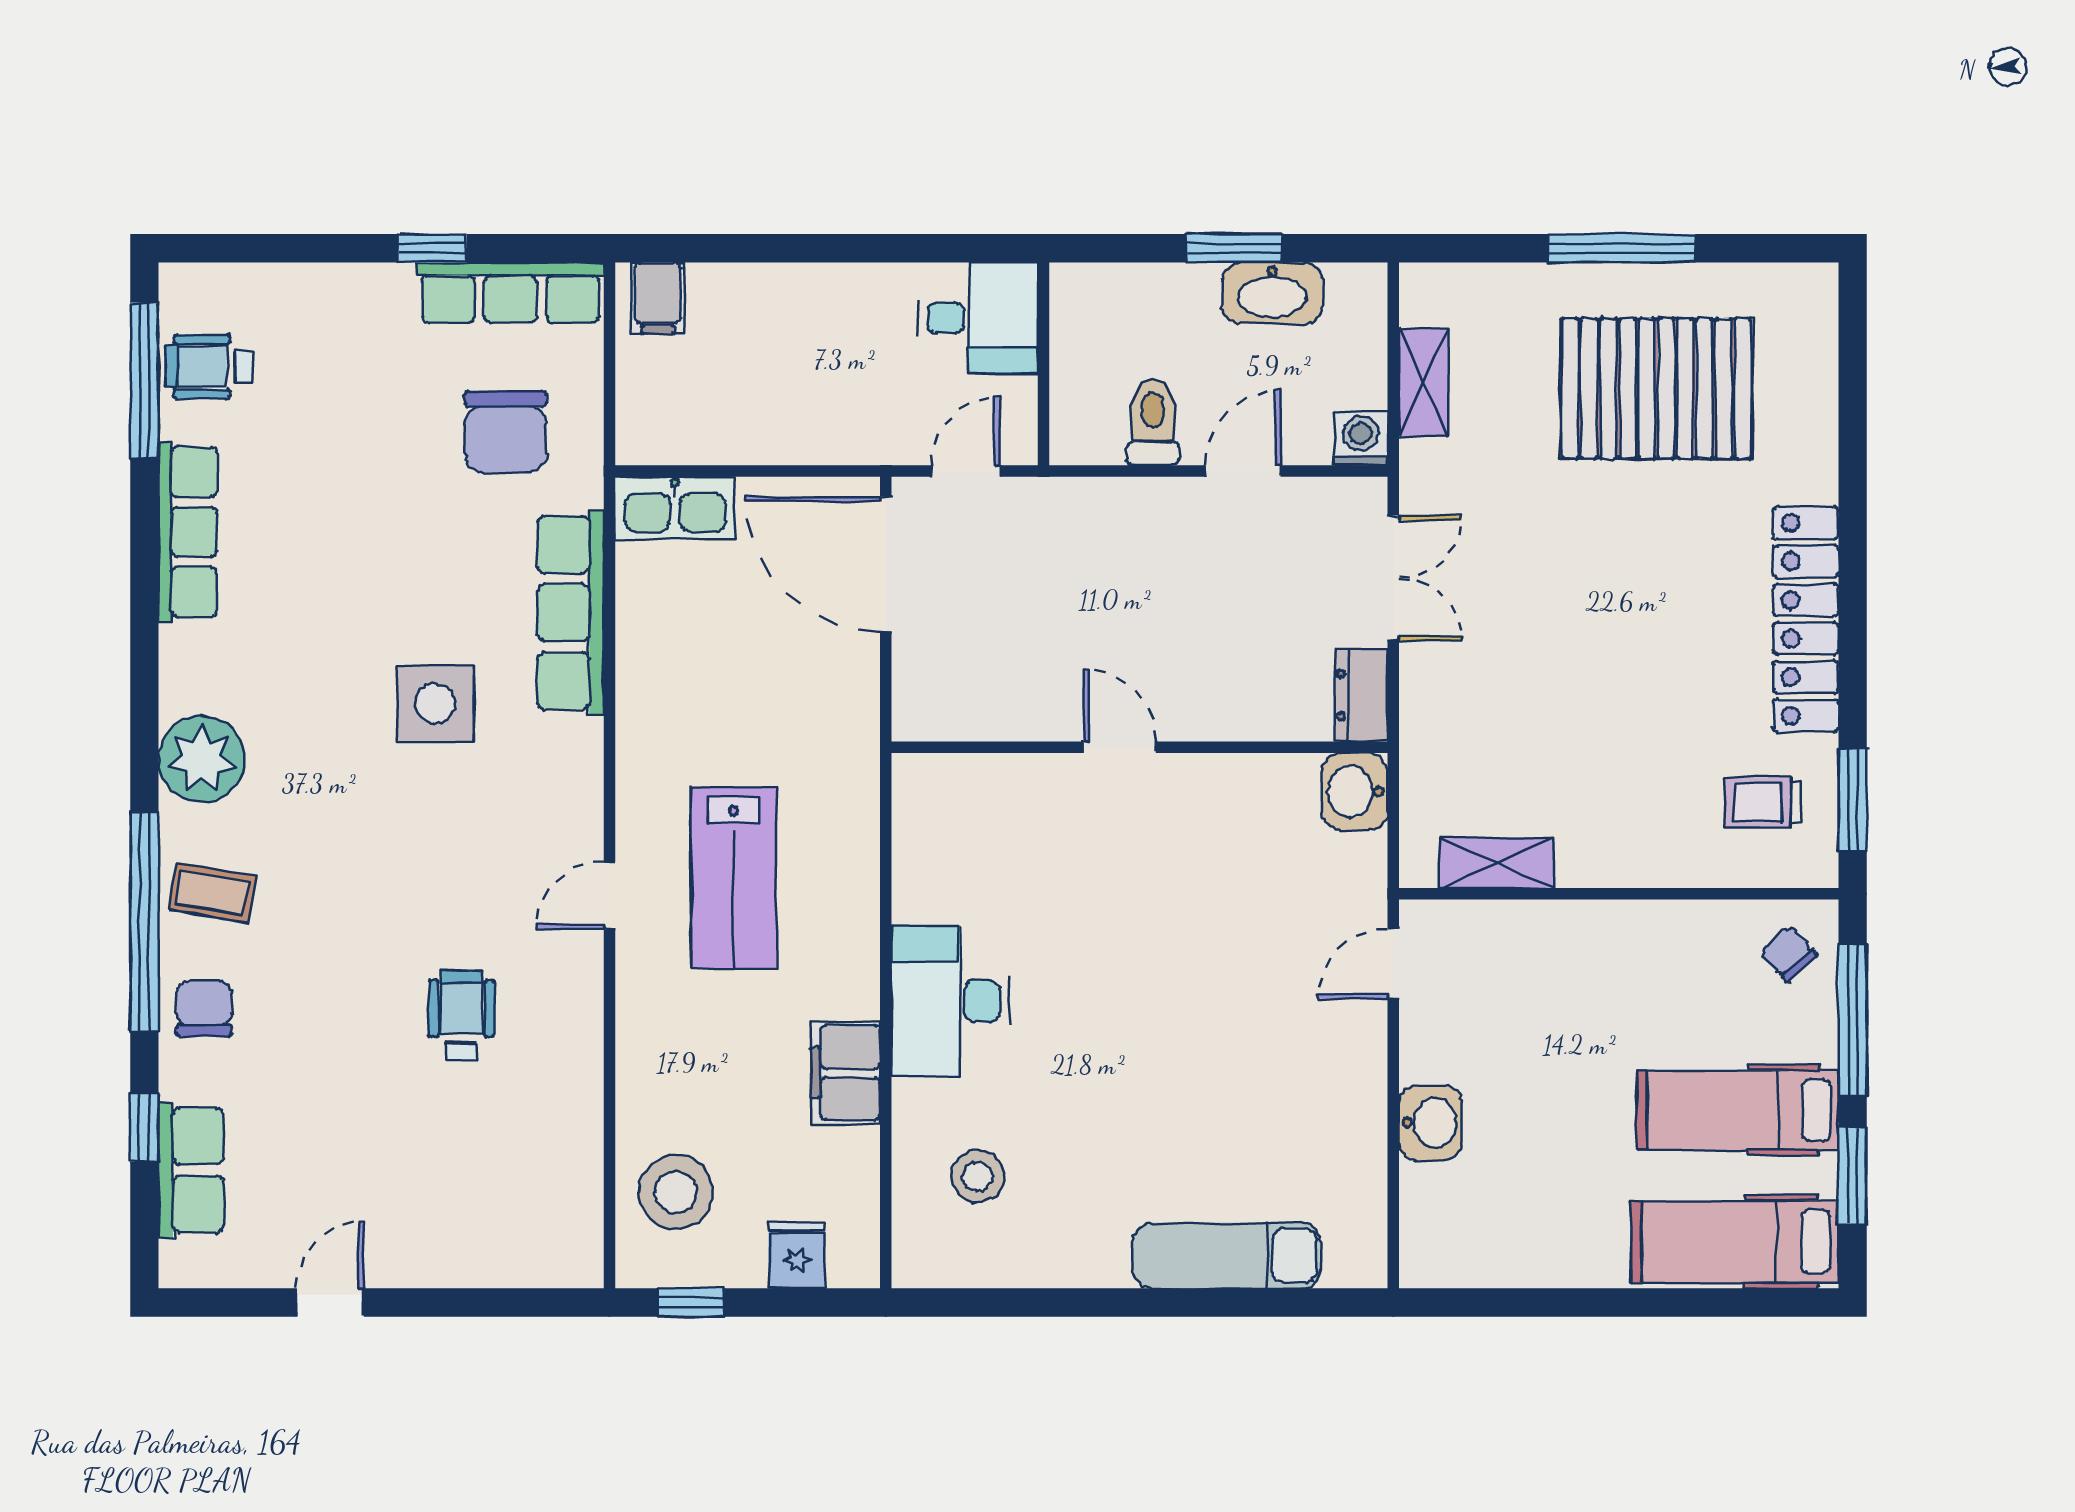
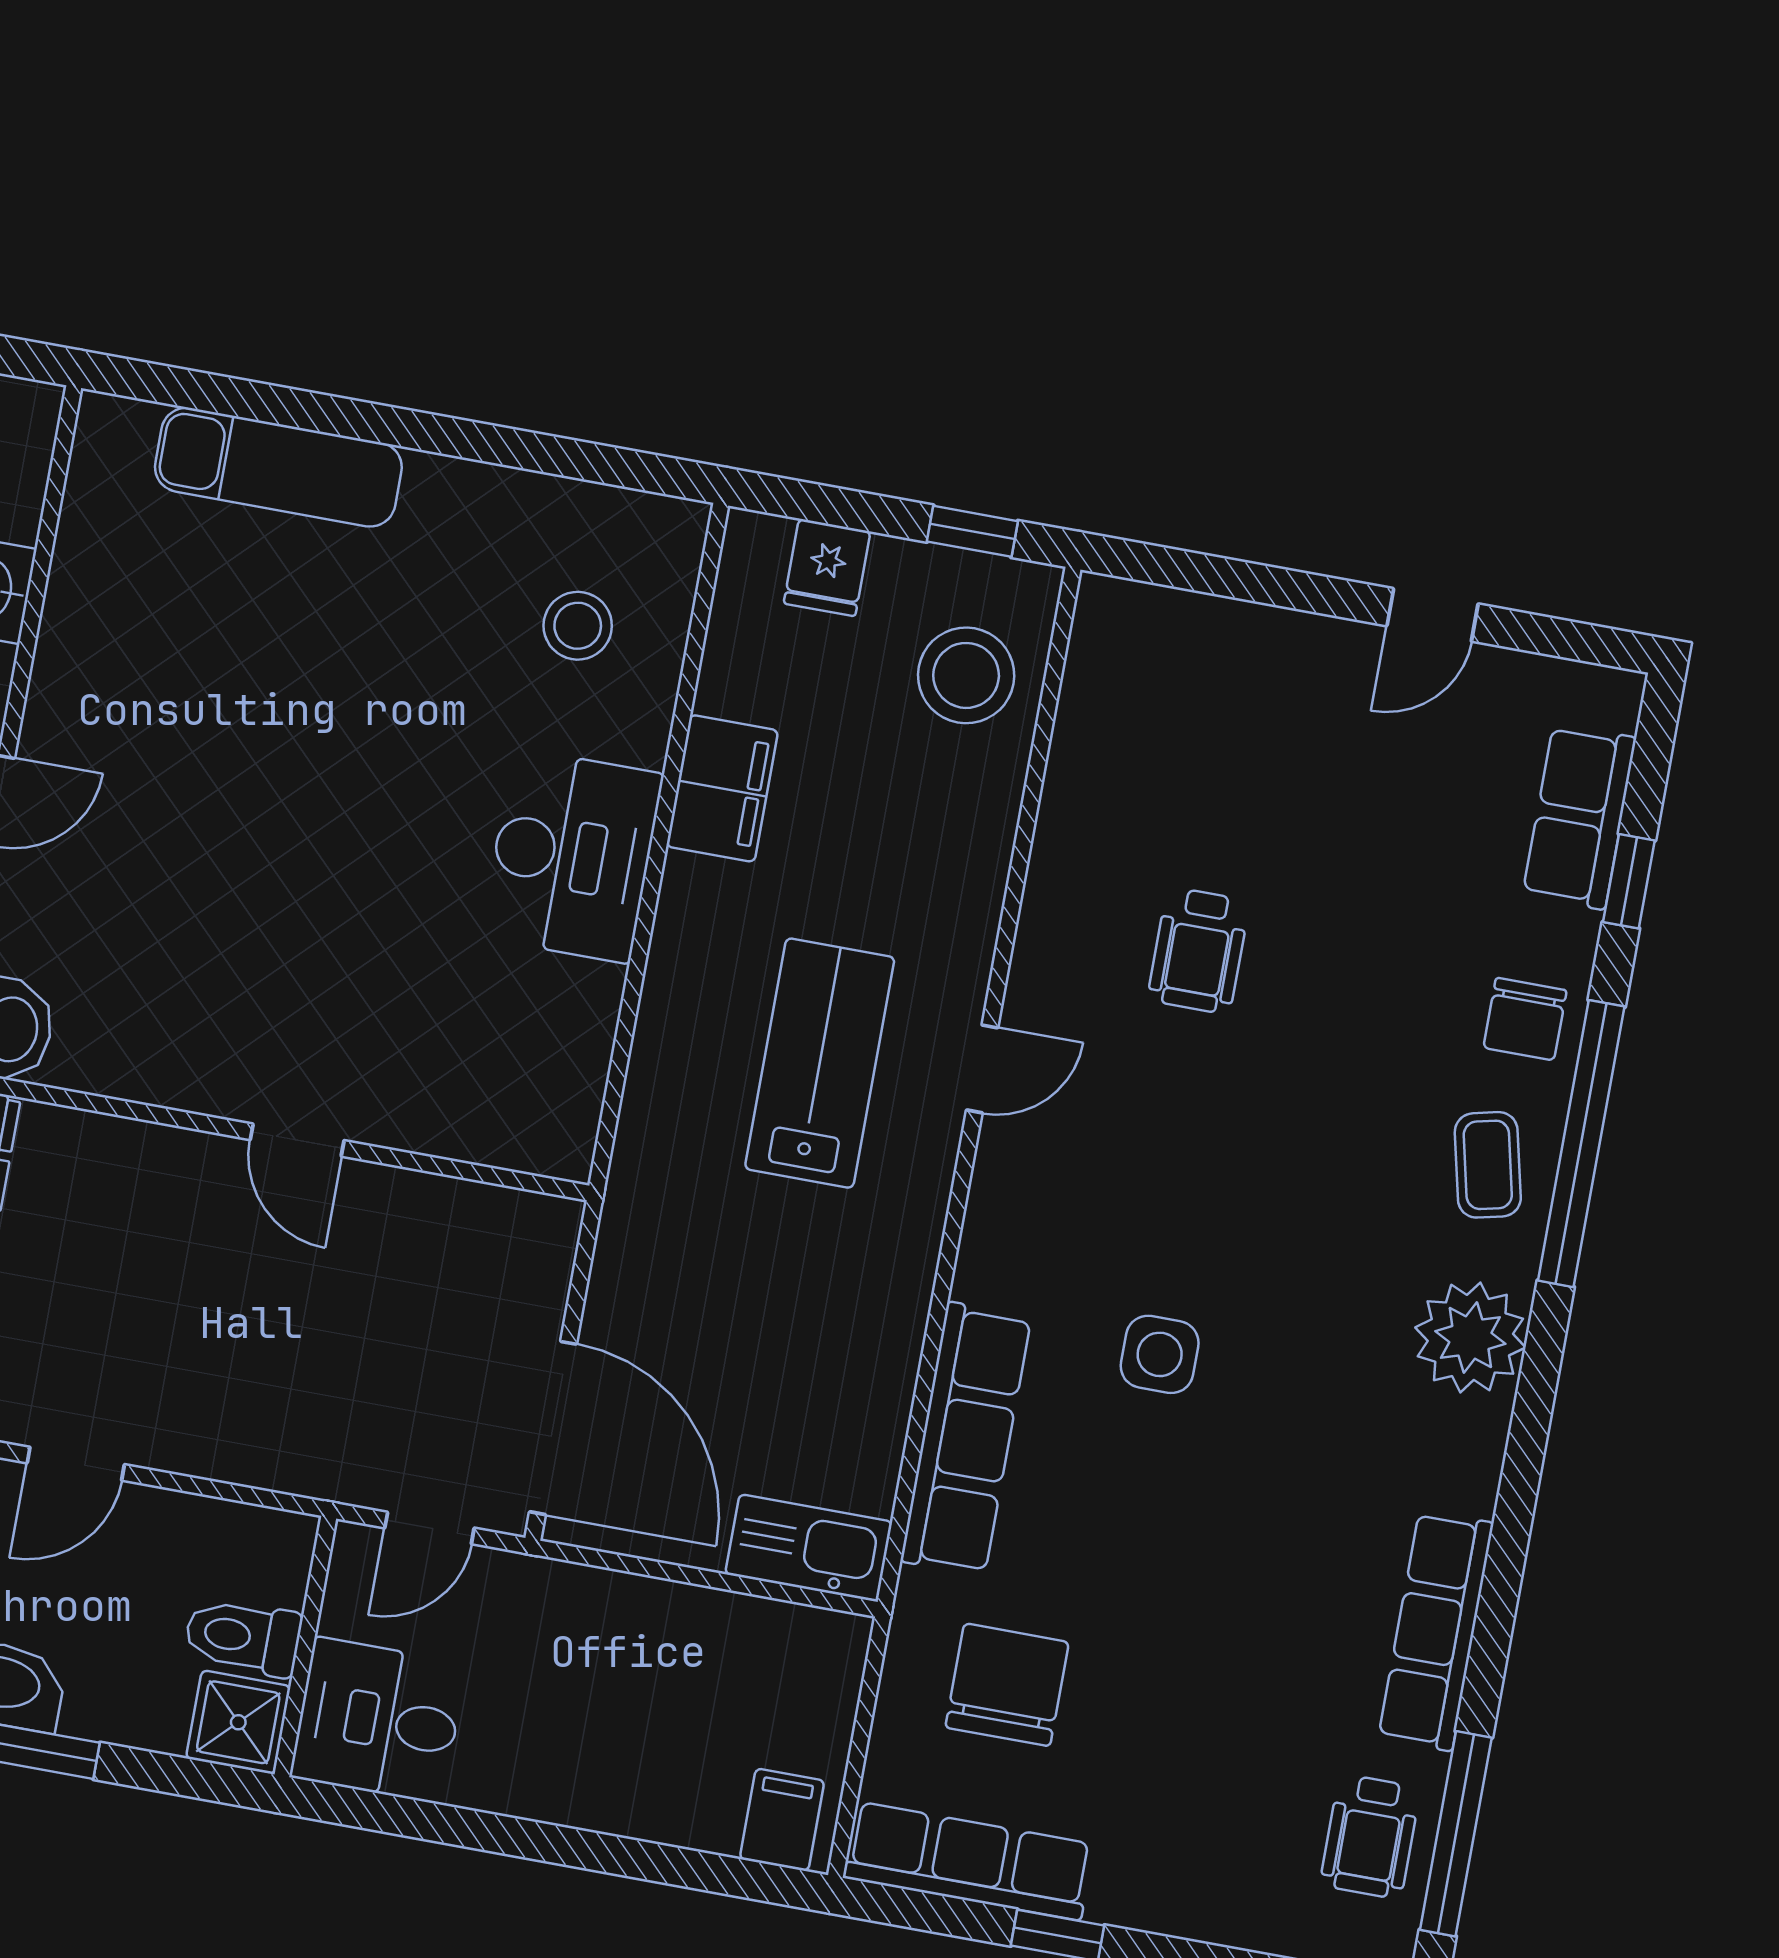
shower: (1084, 297) -> (238, 1722), added
wheelchair: (209, 367) -> (1370, 1837), turned 90
toilet: (1153, 422) -> (243, 1637), moved, turned 90
side table: (435, 704) -> (1160, 1354), width x0.73, depth x0.73
coffee table: (212, 893) -> (1488, 1165), turned 67

